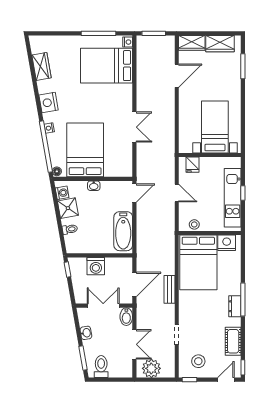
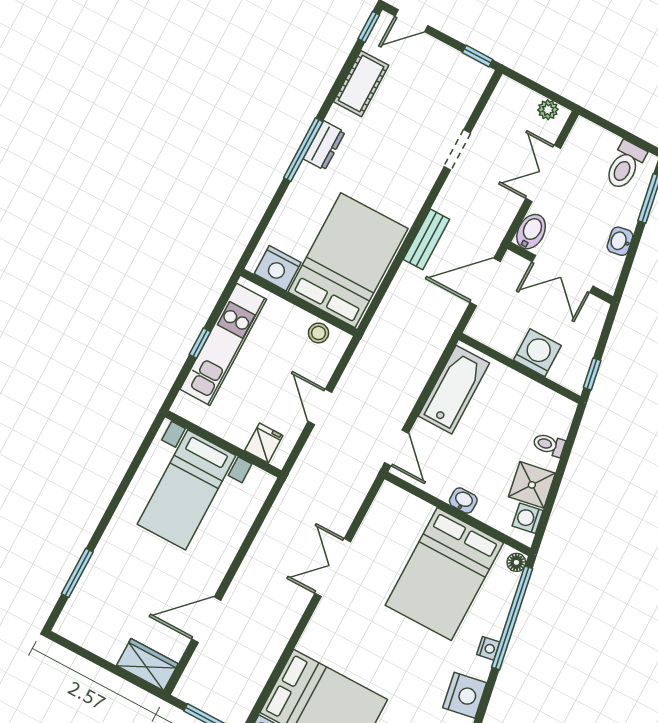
wardrobe: (220, 44) -> (97, 636), removed
door: (134, 193) -> (397, 448), swing flipped
stool: (198, 361) -> (444, 81), removed
plant: (151, 368) -> (548, 110), width x0.53, depth x0.53

